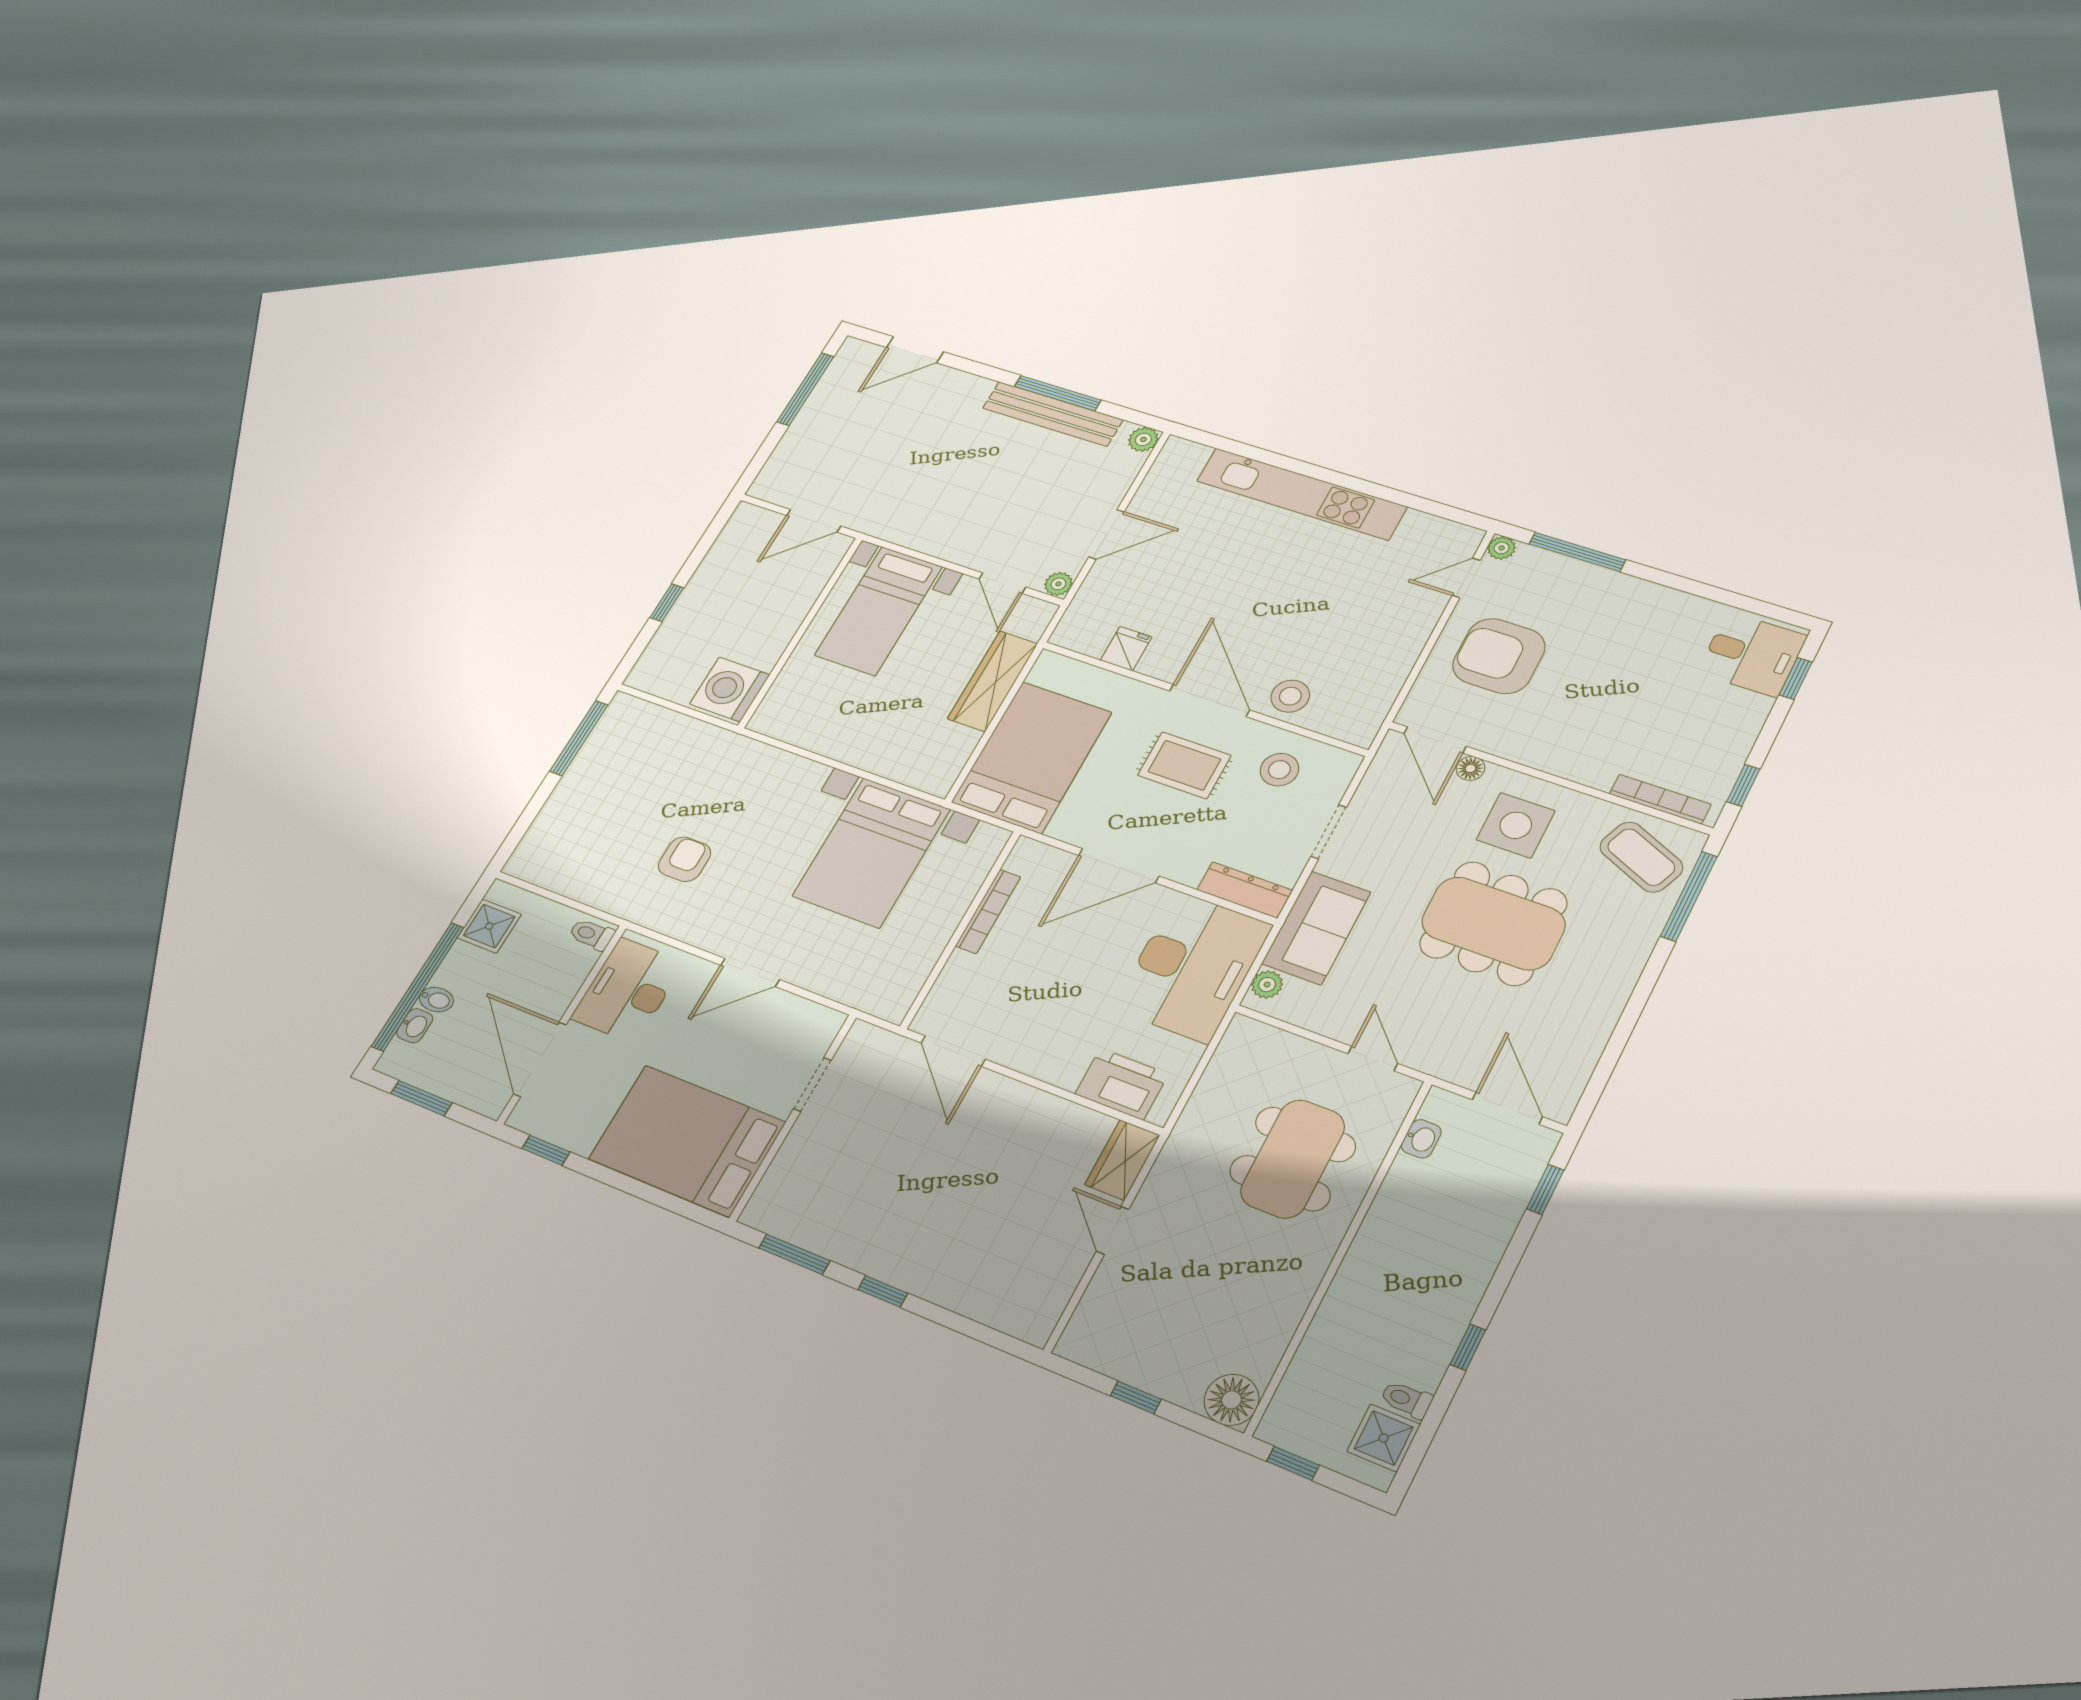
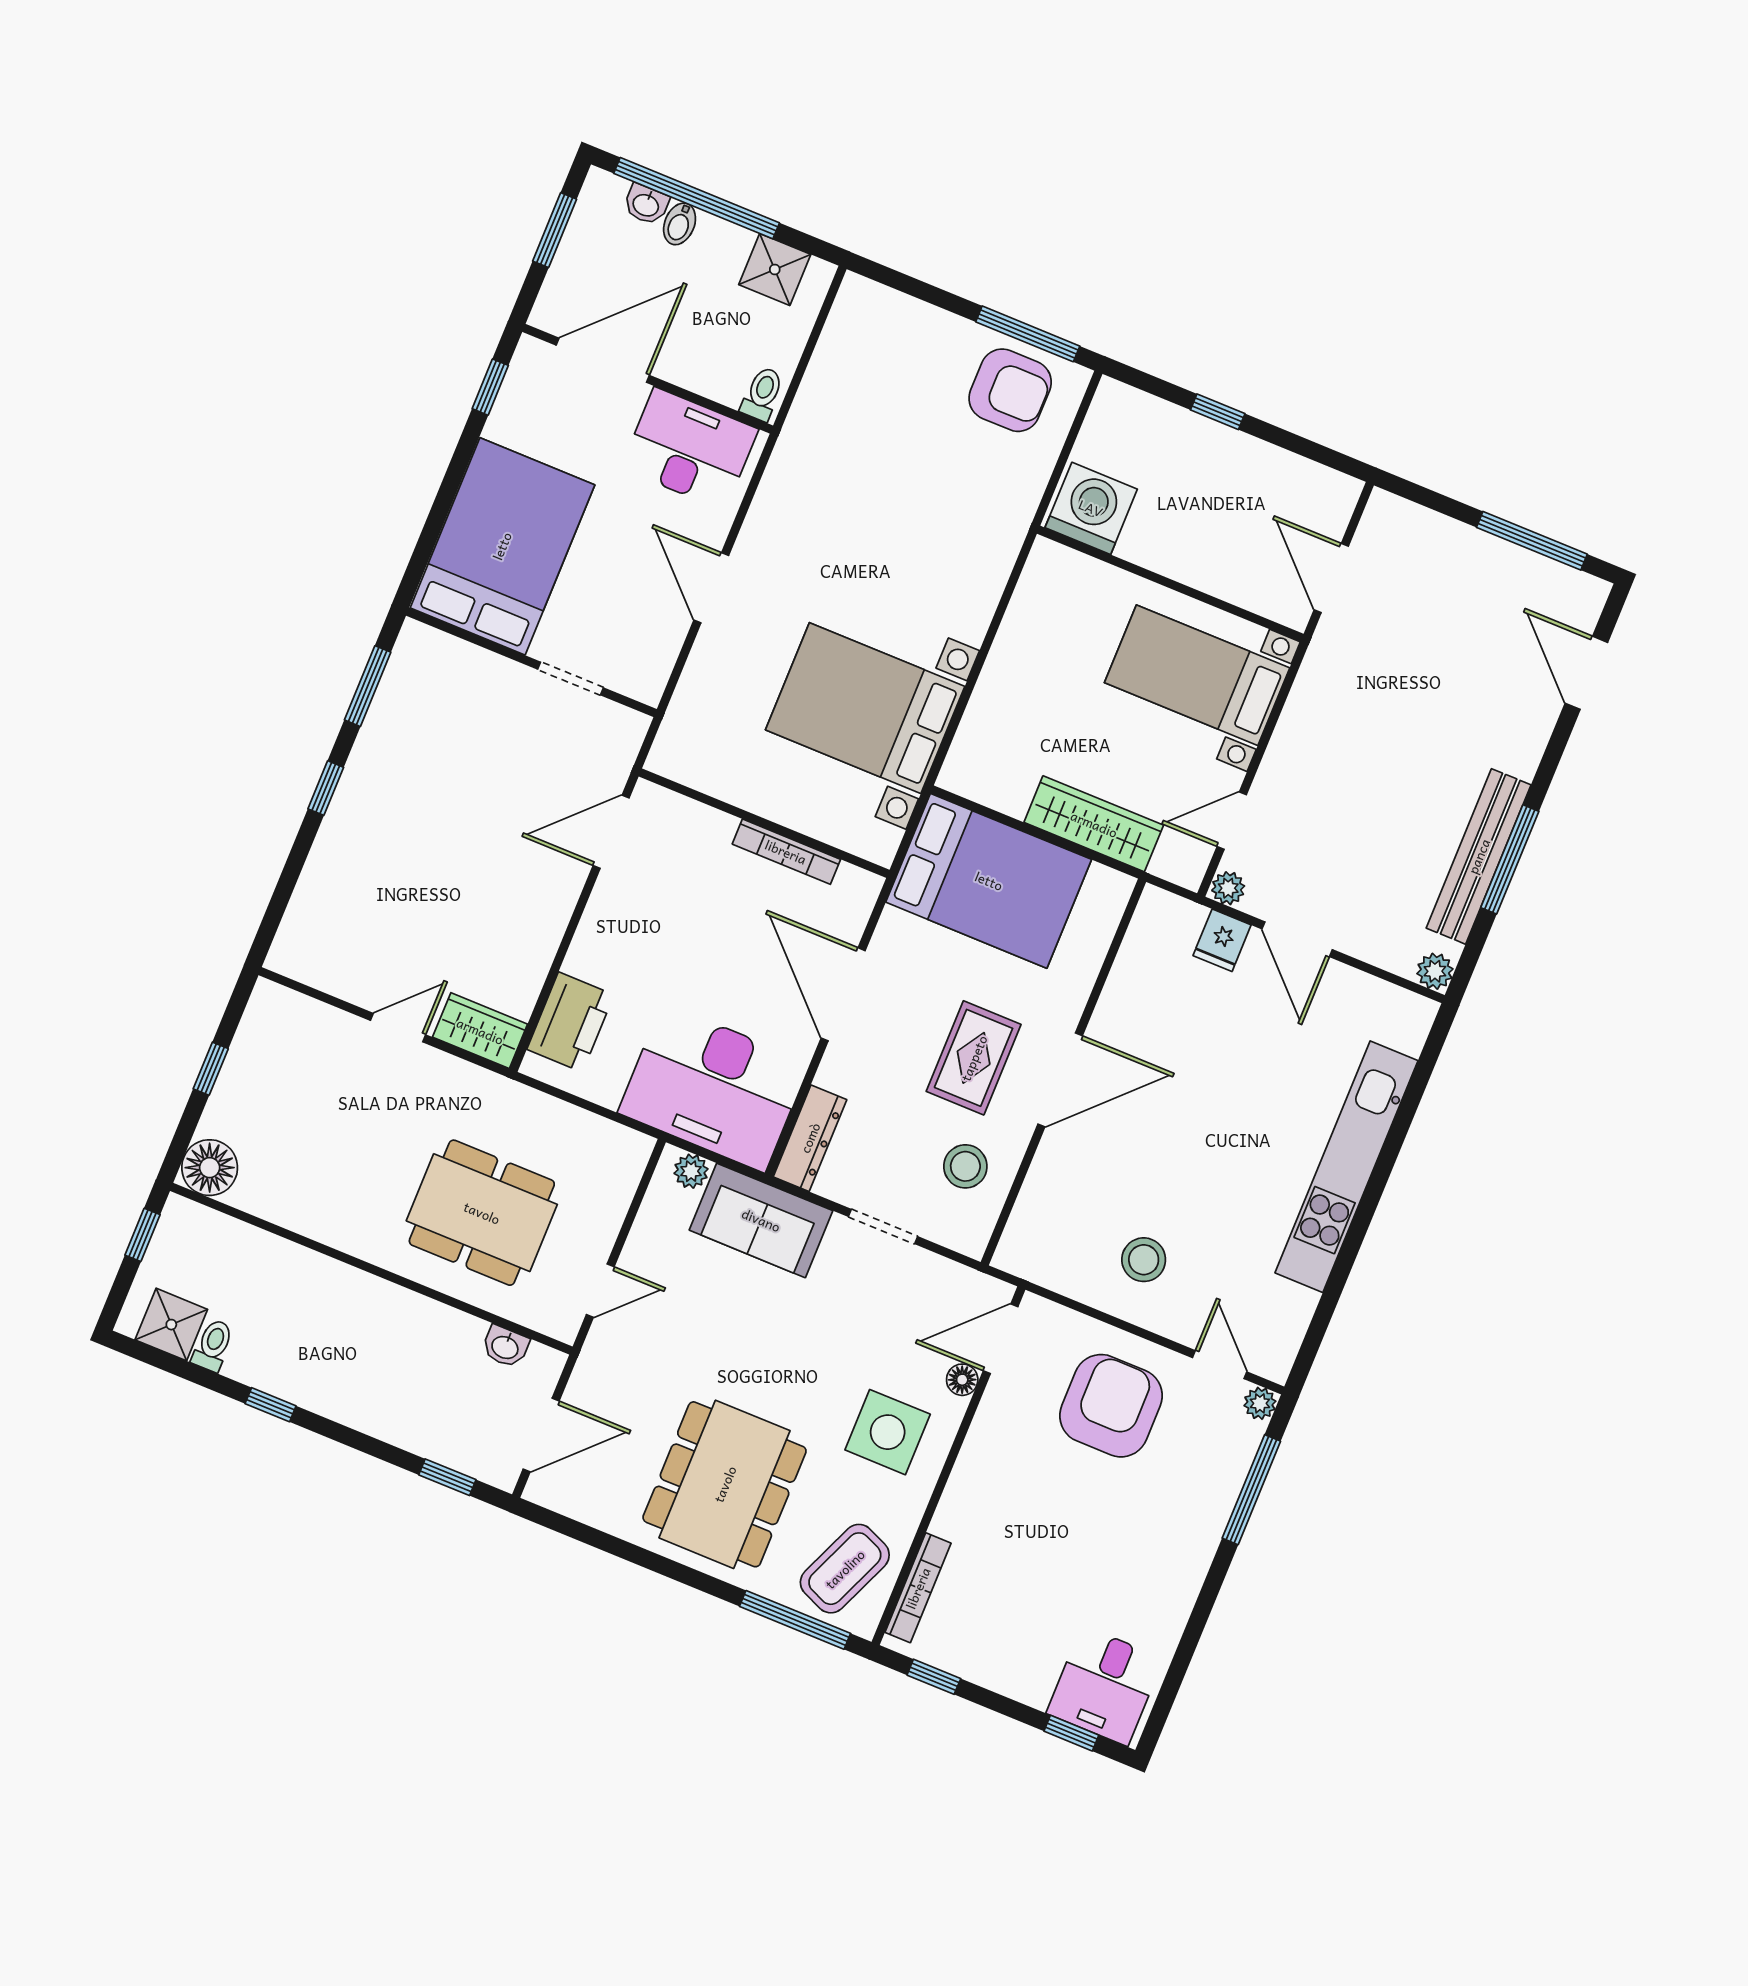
fridge: (1126, 649) -> (1222, 940), moved, turned 90
stool: (1290, 696) -> (1144, 1260), moved
armchair: (685, 859) -> (1010, 390), moved, width x1.38, depth x1.38
dining table: (1493, 923) -> (725, 1484), moved

